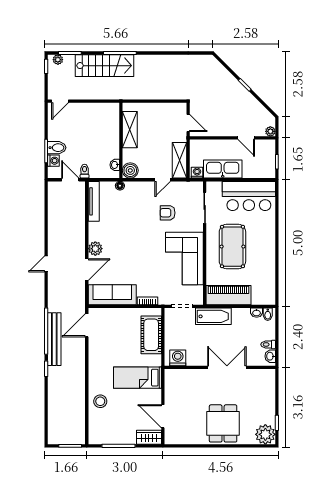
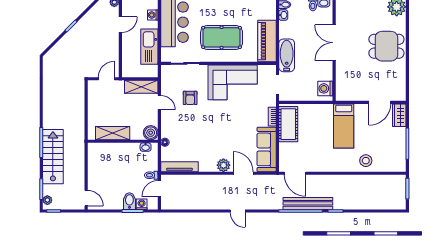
washing machine: (197, 173) -> (153, 15), moved
cot: (151, 335) -> (288, 124), moved, turned 90

